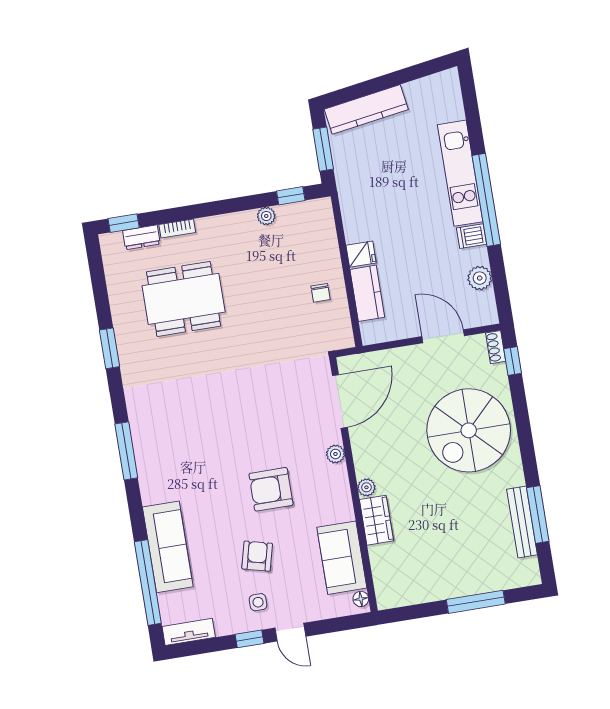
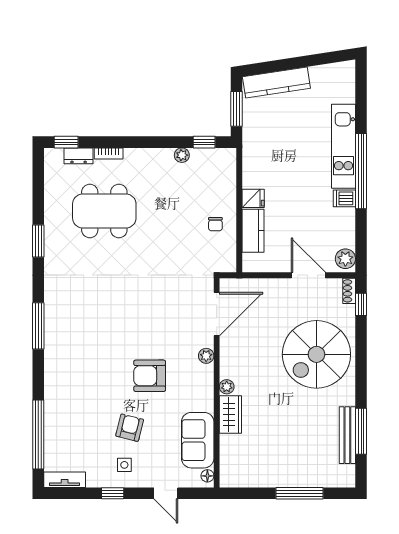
plant: (480, 278) -> (345, 259), moved
sofa: (168, 547) -> (59, 409), removed
door: (290, 632) -> (166, 493), moved

